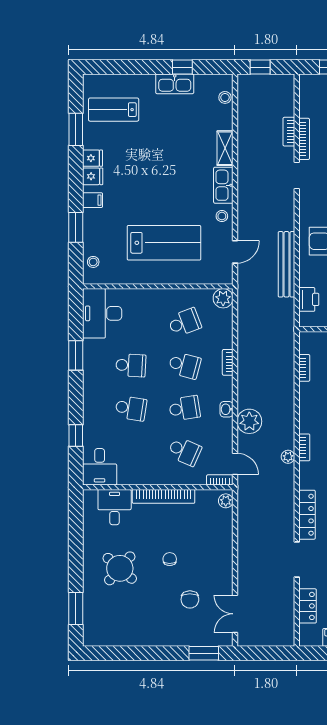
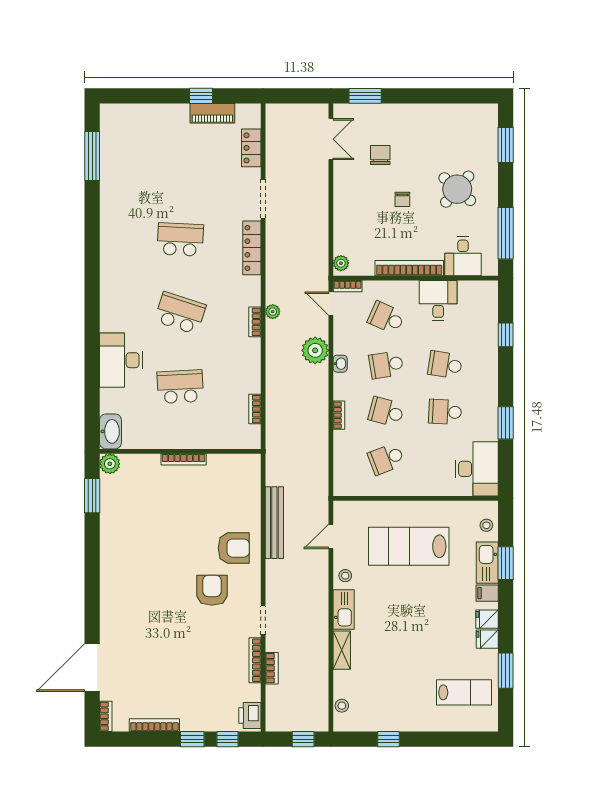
kitchen sink: (175, 84) -> (487, 563), moved, turned -90
plant: (223, 298) -> (344, 485), removed
printer: (309, 299) -> (250, 716), moved
desk: (100, 467) -> (438, 301), moved
window: (76, 528) -> (506, 233), added

